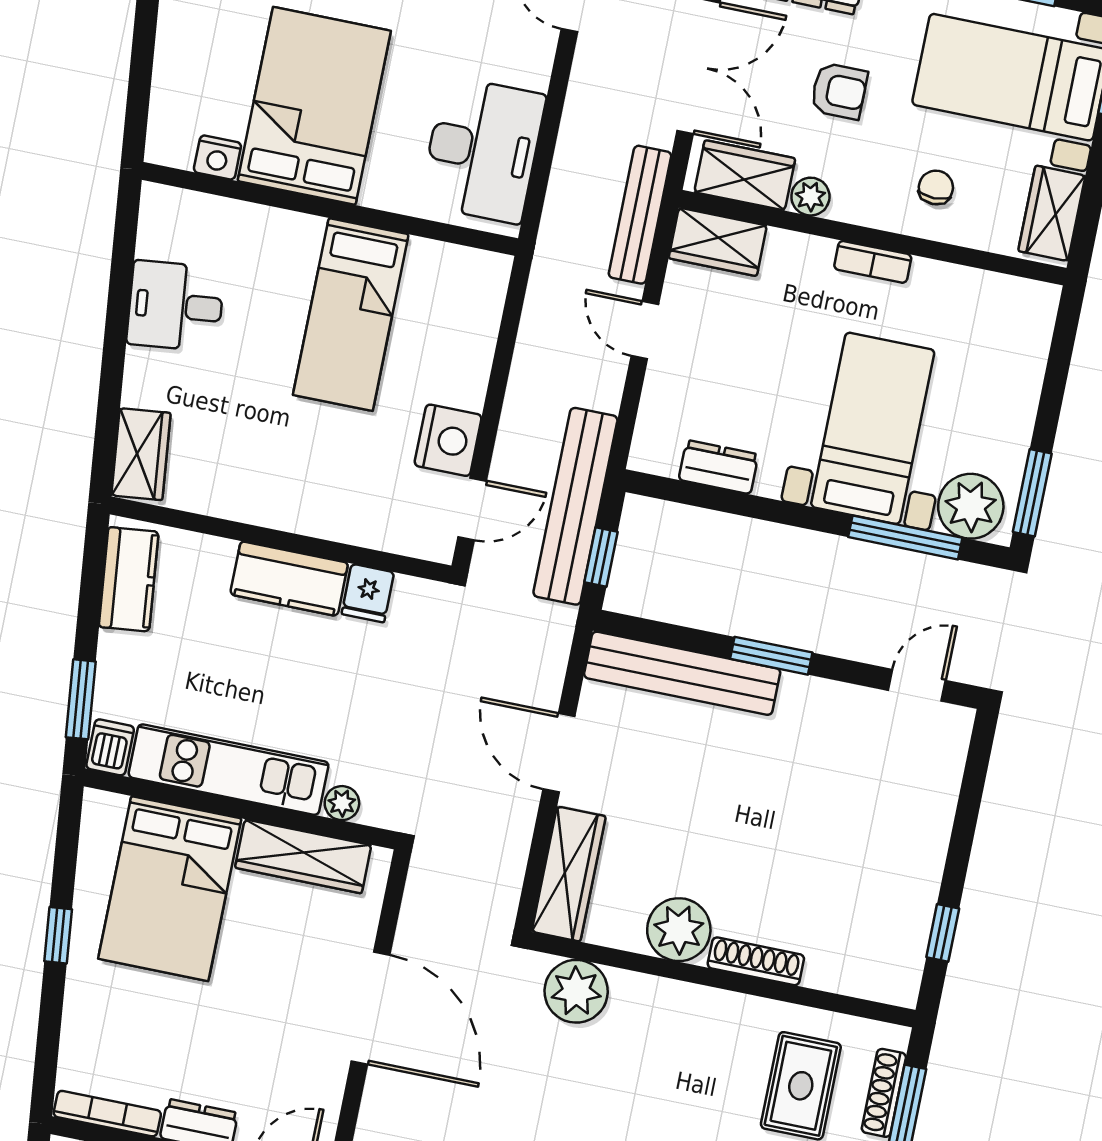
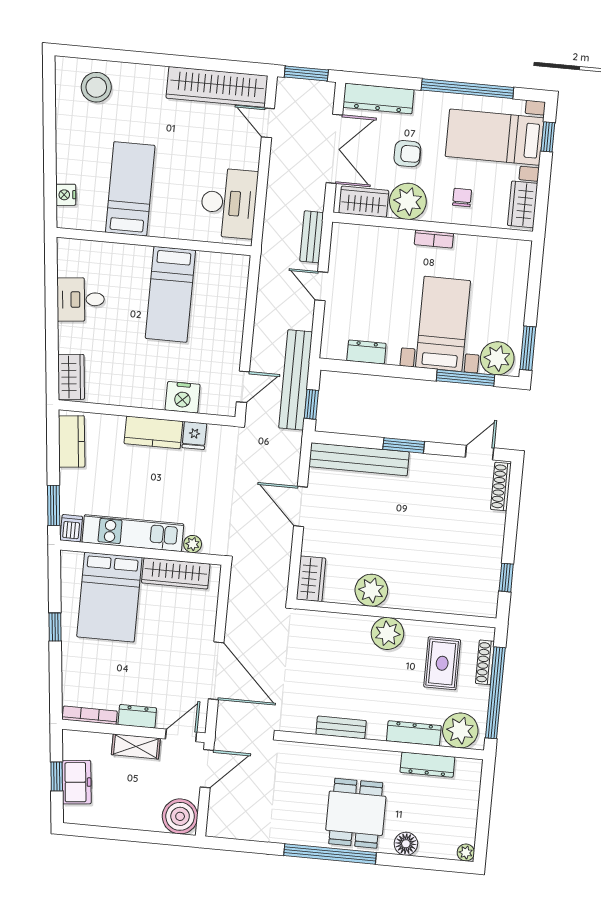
bed: (314, 106) -> (130, 189), width x0.67
nightstand: (217, 158) -> (66, 195), moved, turned 84
plant: (810, 197) -> (408, 201), width x1.87, depth x1.87
bench: (640, 215) -> (312, 237), width x0.73
wardrobe: (718, 242) -> (354, 237), removed
nightstand: (448, 440) -> (183, 397), moved, turned 90
wardrobe: (569, 874) -> (311, 579), width x0.67
shoe rack: (756, 961) -> (501, 487), moved, turned -90
plant: (576, 991) -> (387, 633), moved
door: (371, 1008) -> (216, 671), moved

